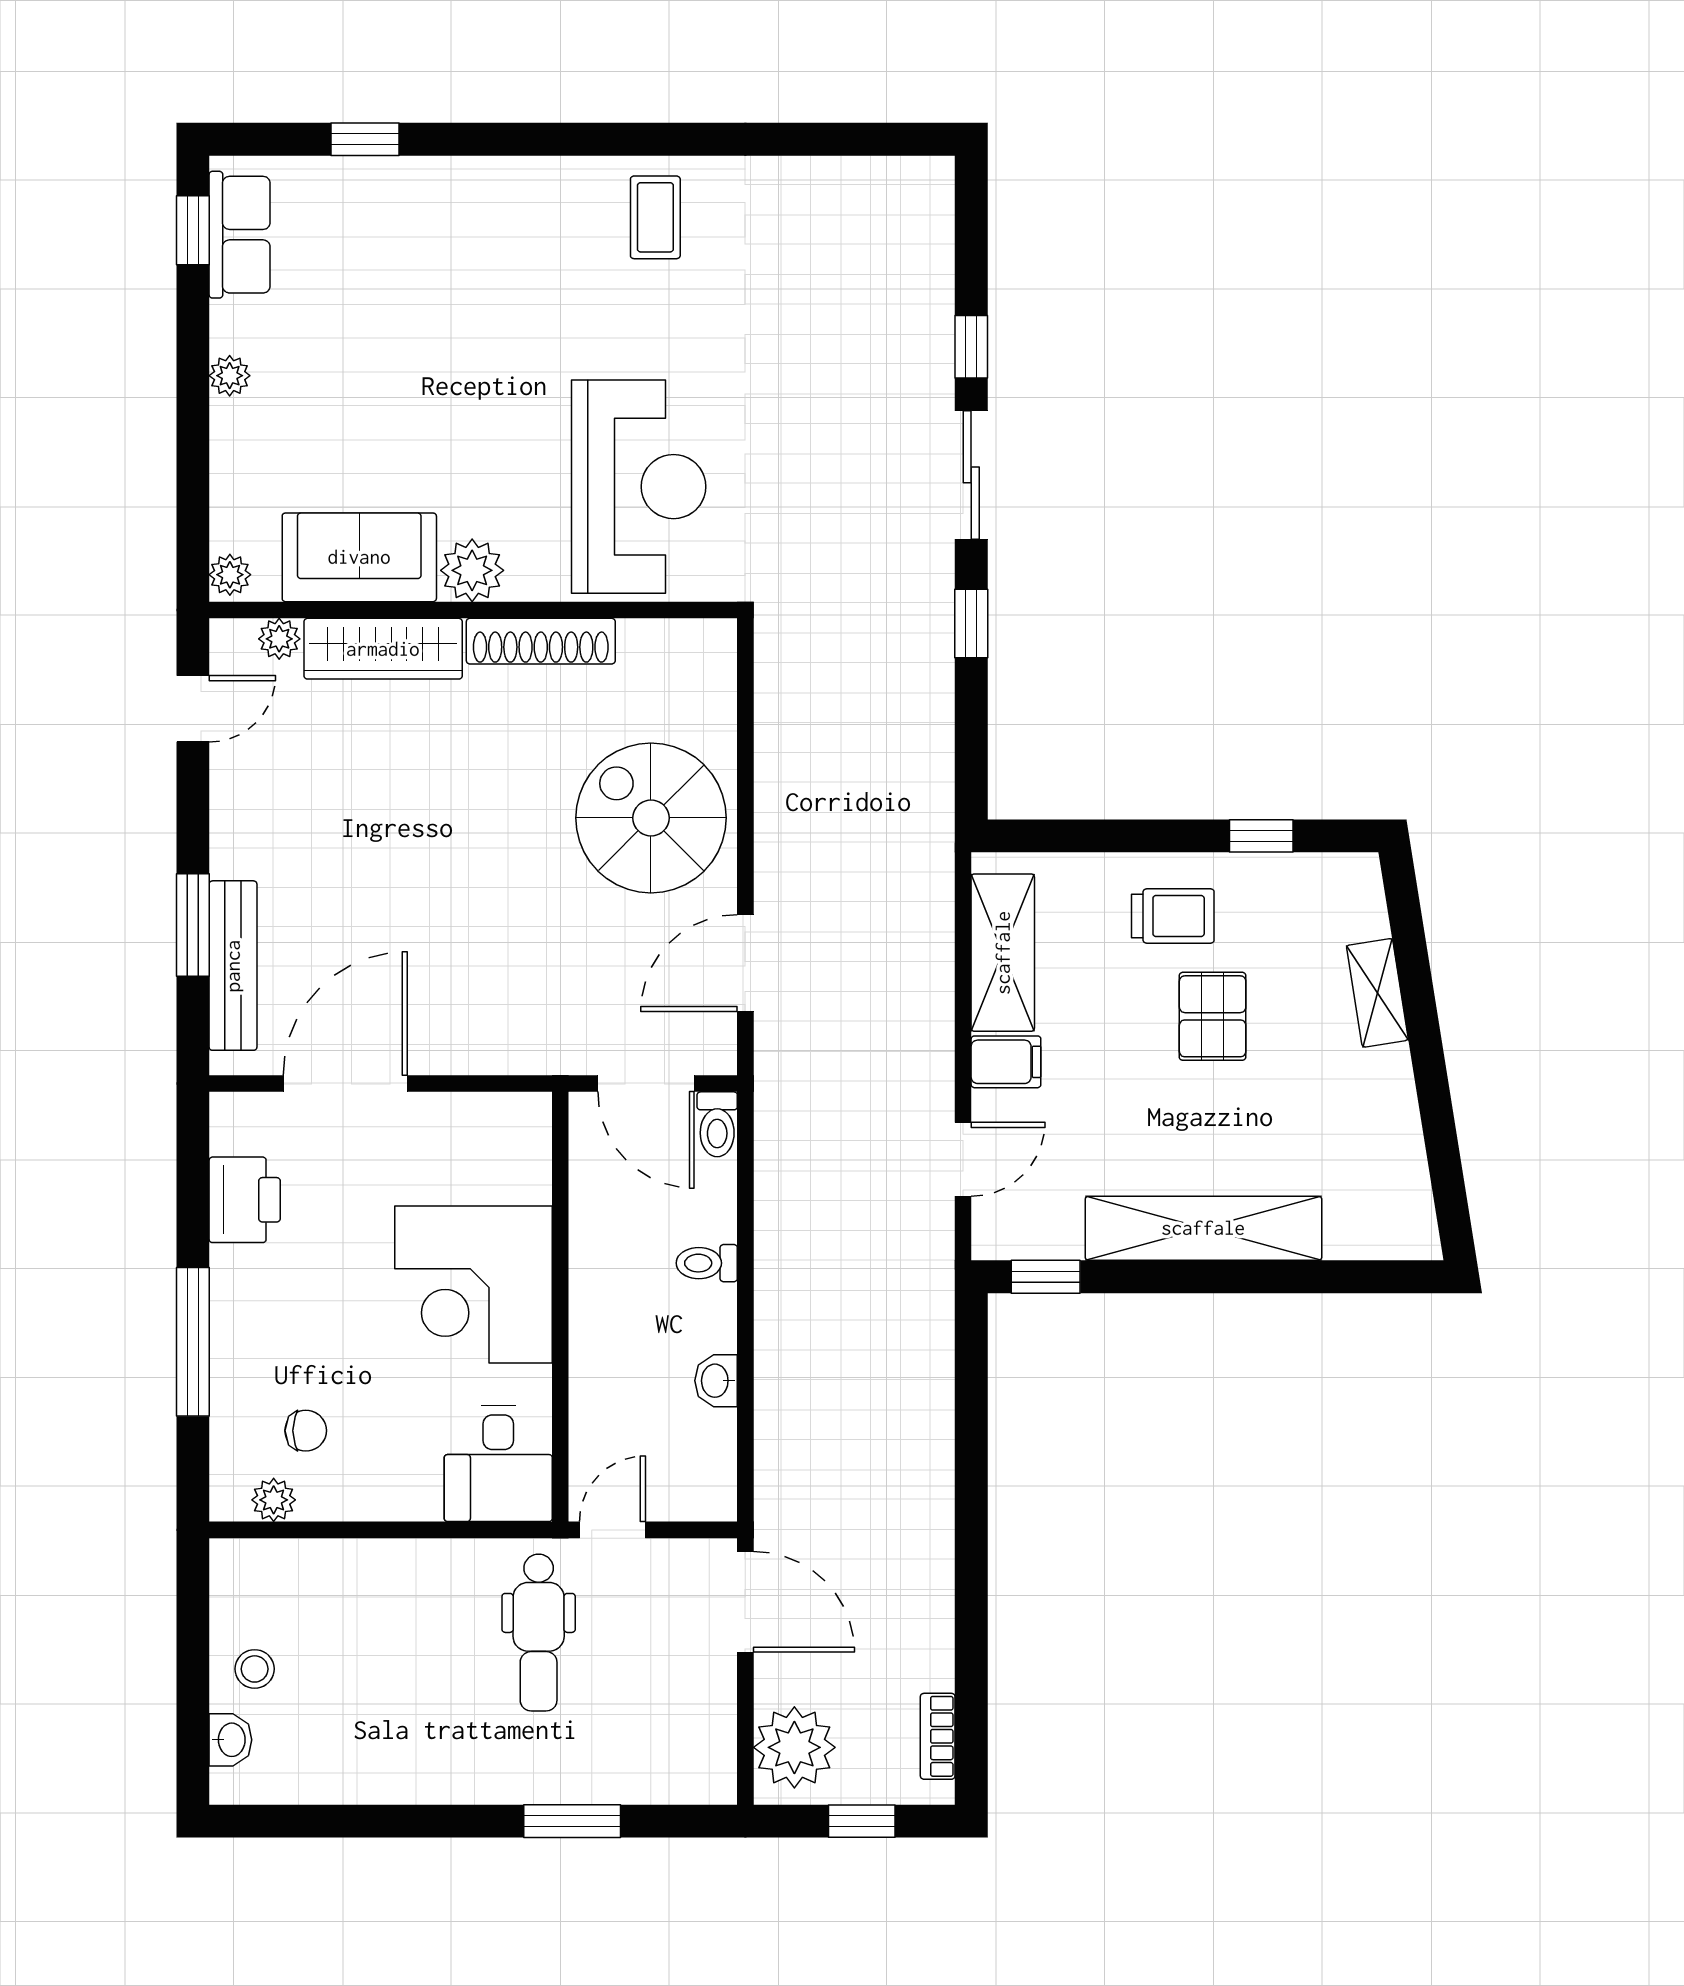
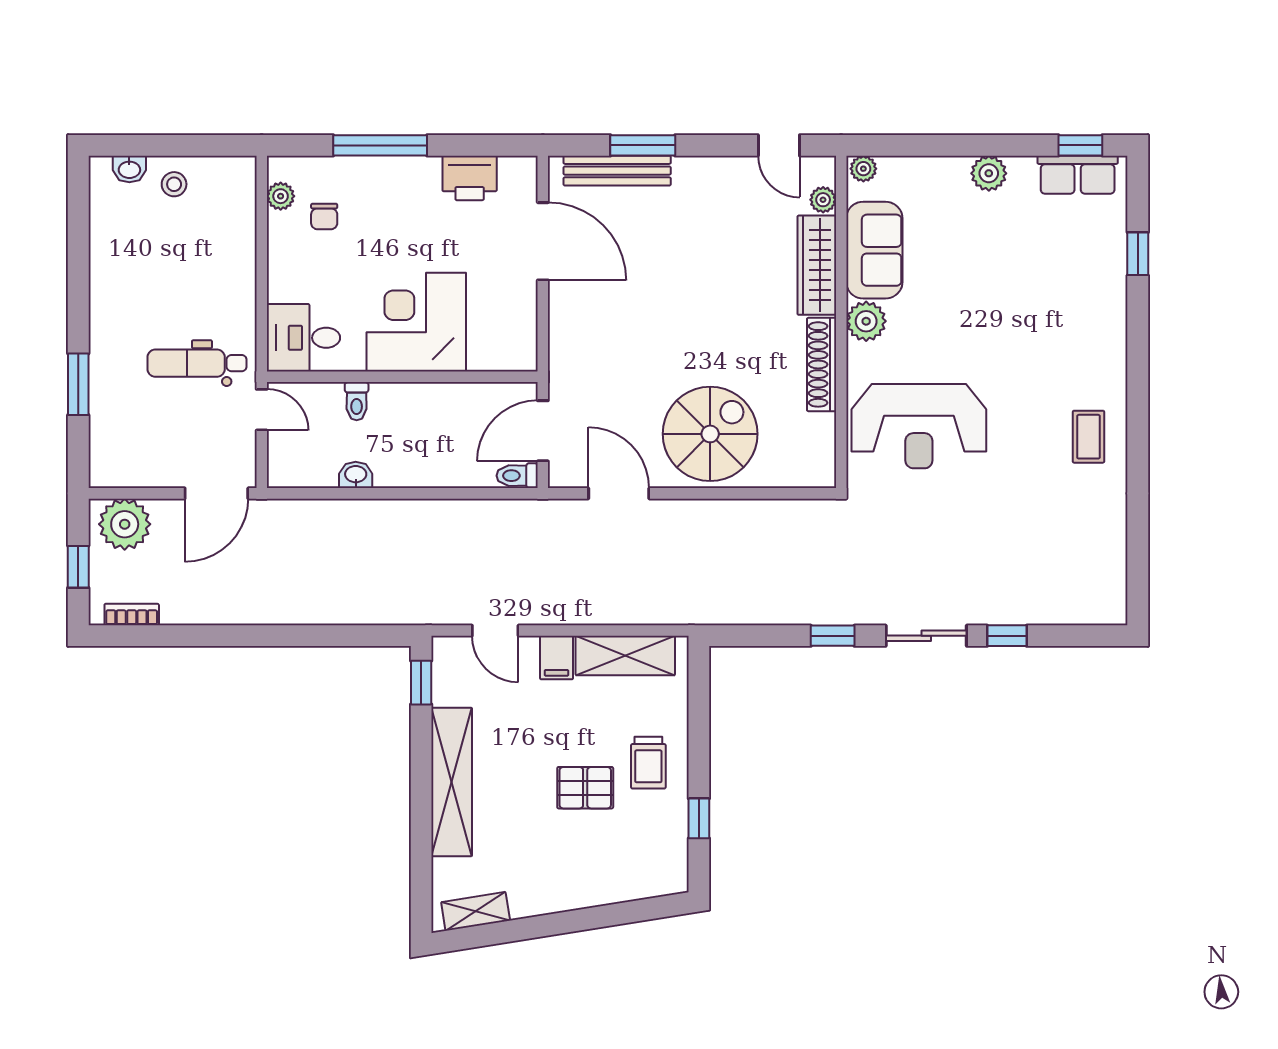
coffee table: (655, 217) -> (1089, 437), turned 90
plant: (230, 376) -> (989, 173), width x1.38, depth x1.38
shelving: (1377, 993) -> (476, 911), moved
toilet: (707, 1263) -> (357, 401), moved, turned 180

